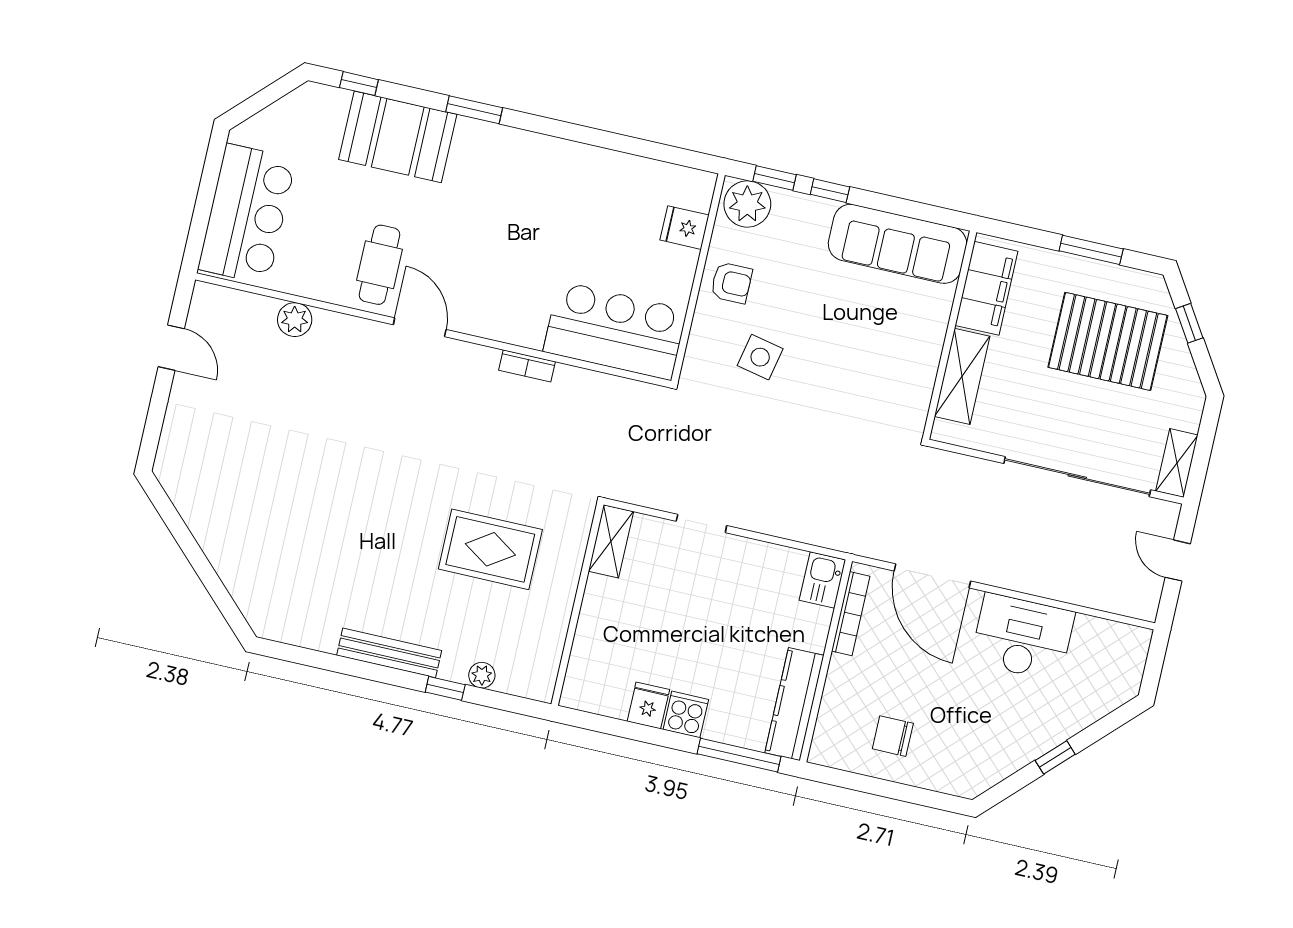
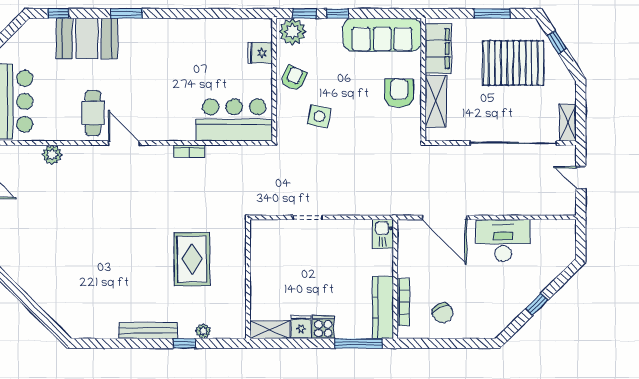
armchair: (731, 283) -> (294, 78), turned -67
armchair: (904, 349) -> (399, 93), added
shelving: (611, 541) -> (270, 330), moved, turned 90
rug: (490, 549) -> (192, 259), turned 90
bookcase: (851, 614) -> (403, 302), moved
chair: (893, 736) -> (443, 313), turned -119

